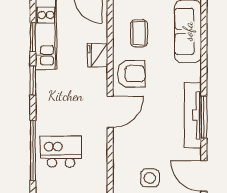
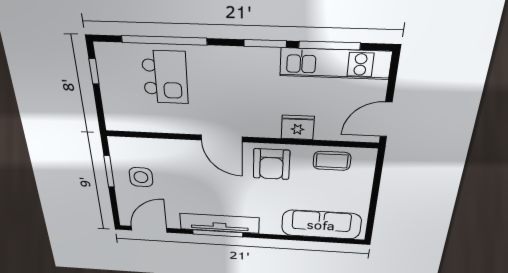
coffee table: (139, 33) -> (332, 161), moved
window: (33, 37) -> (329, 46), width x1.44

